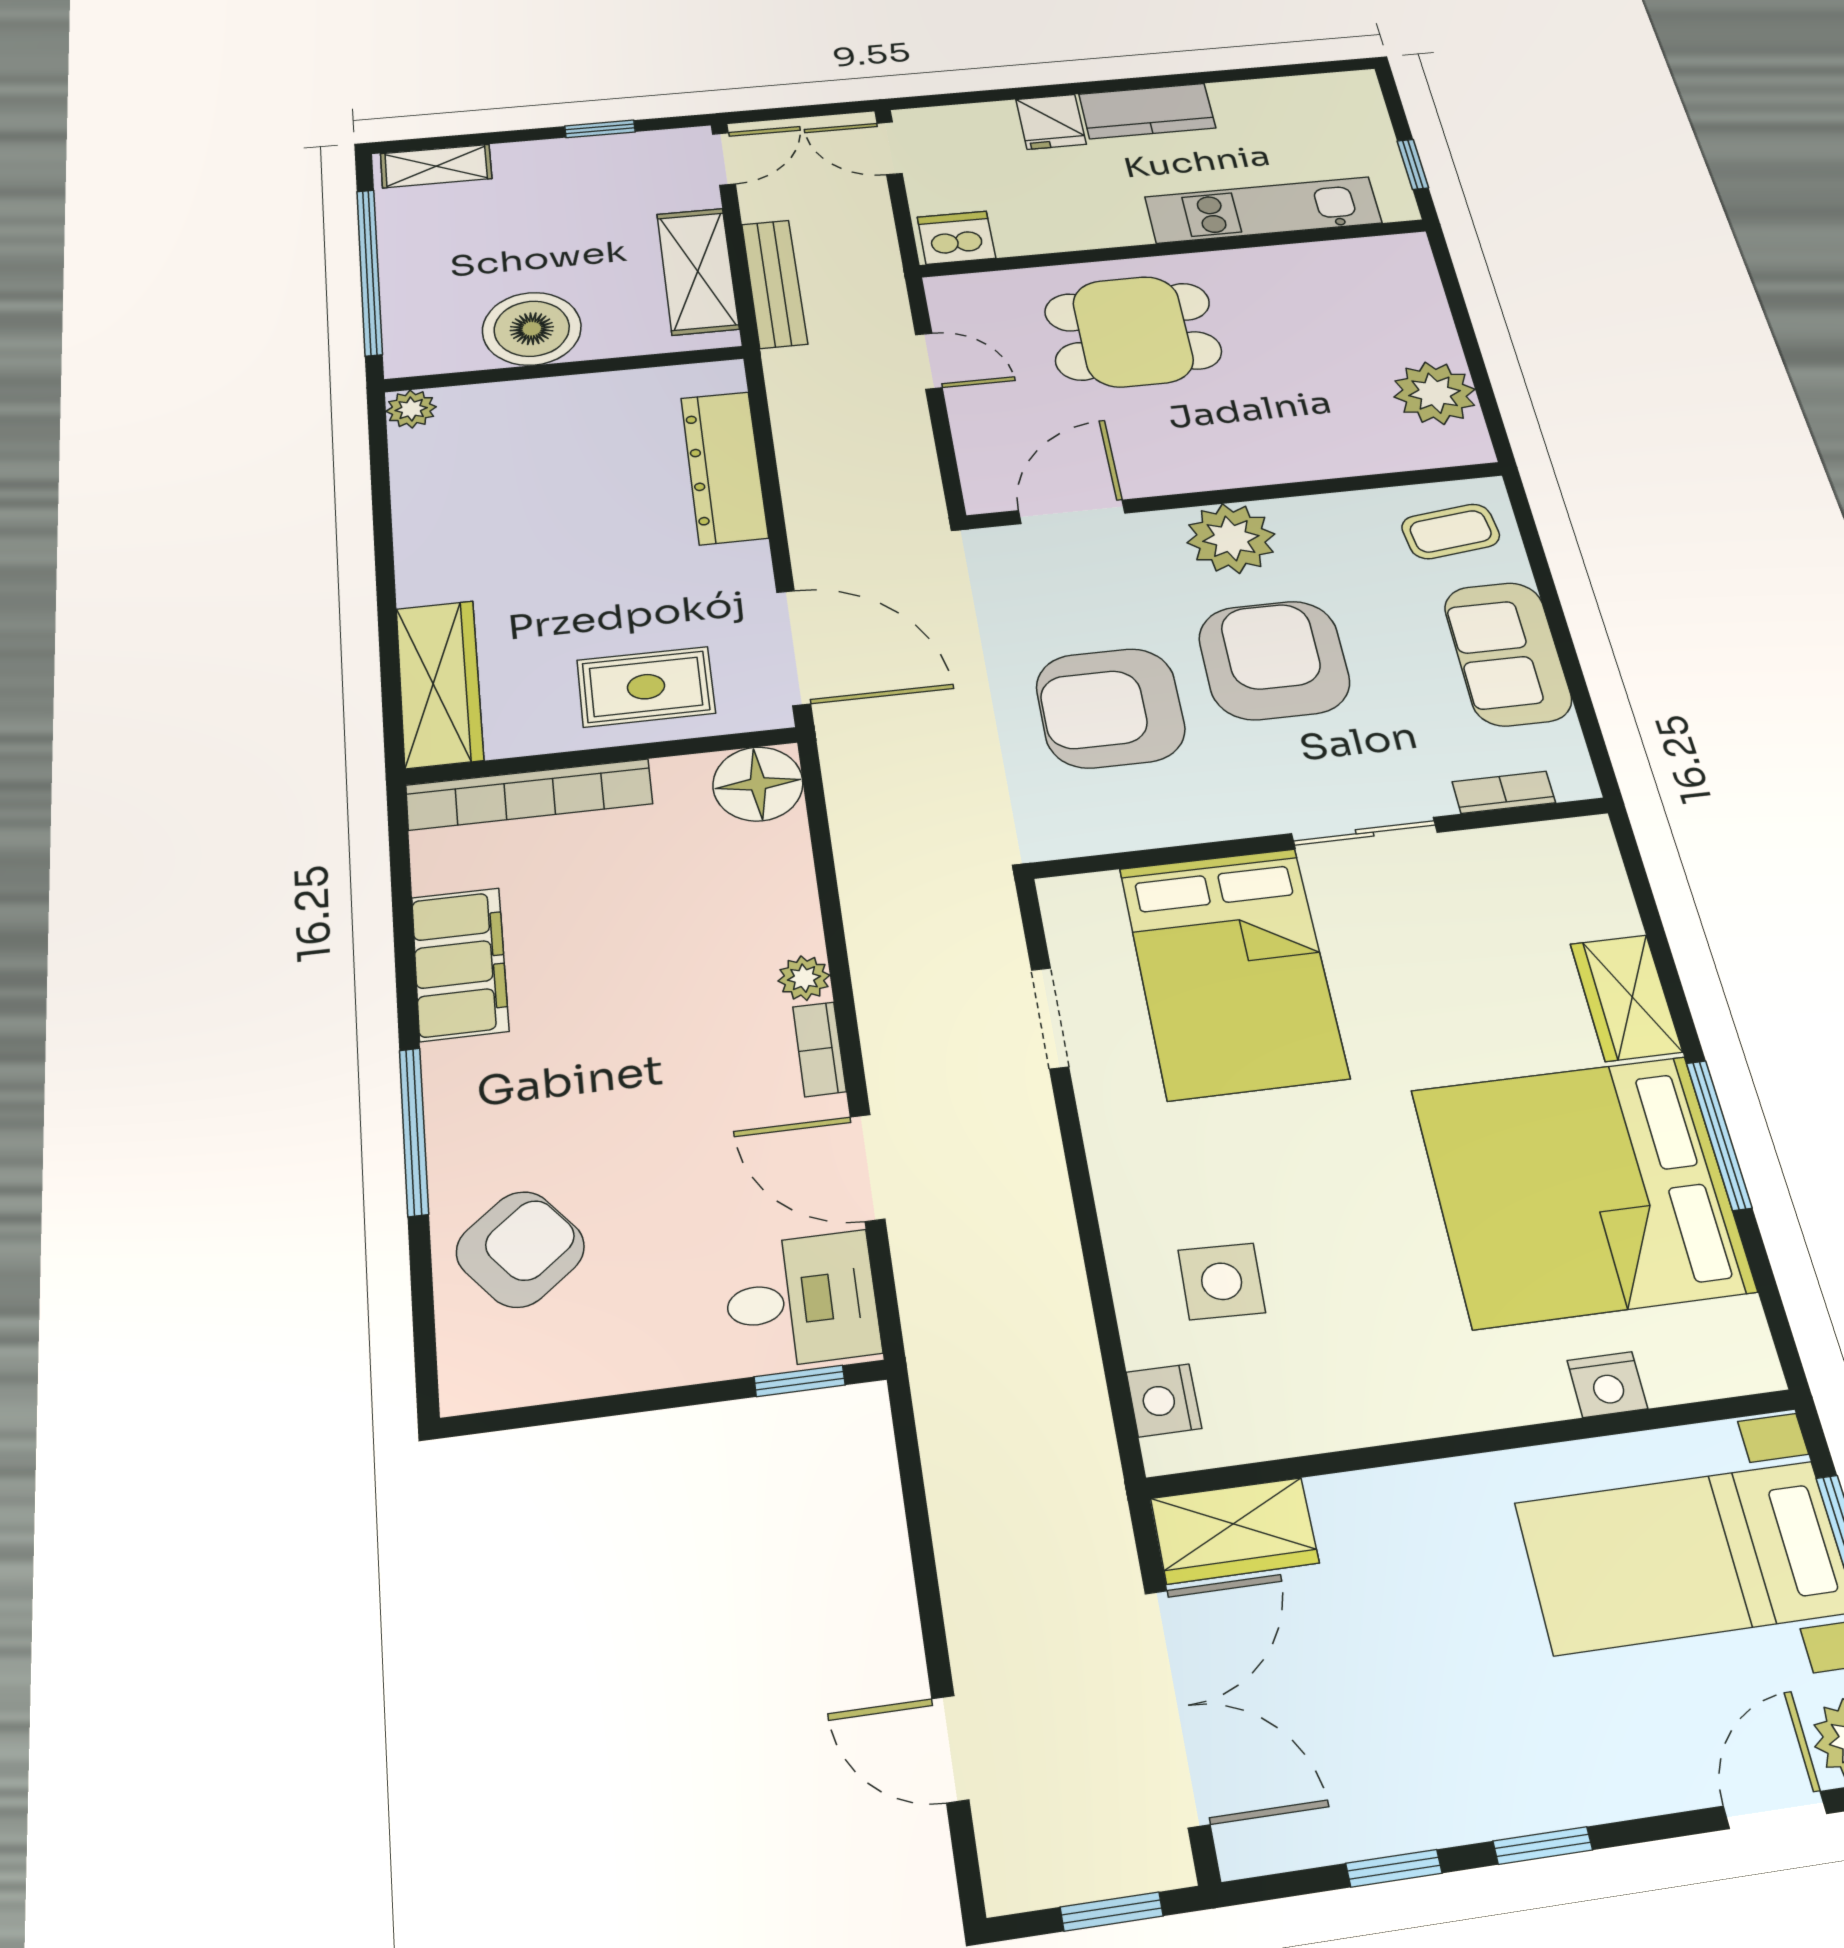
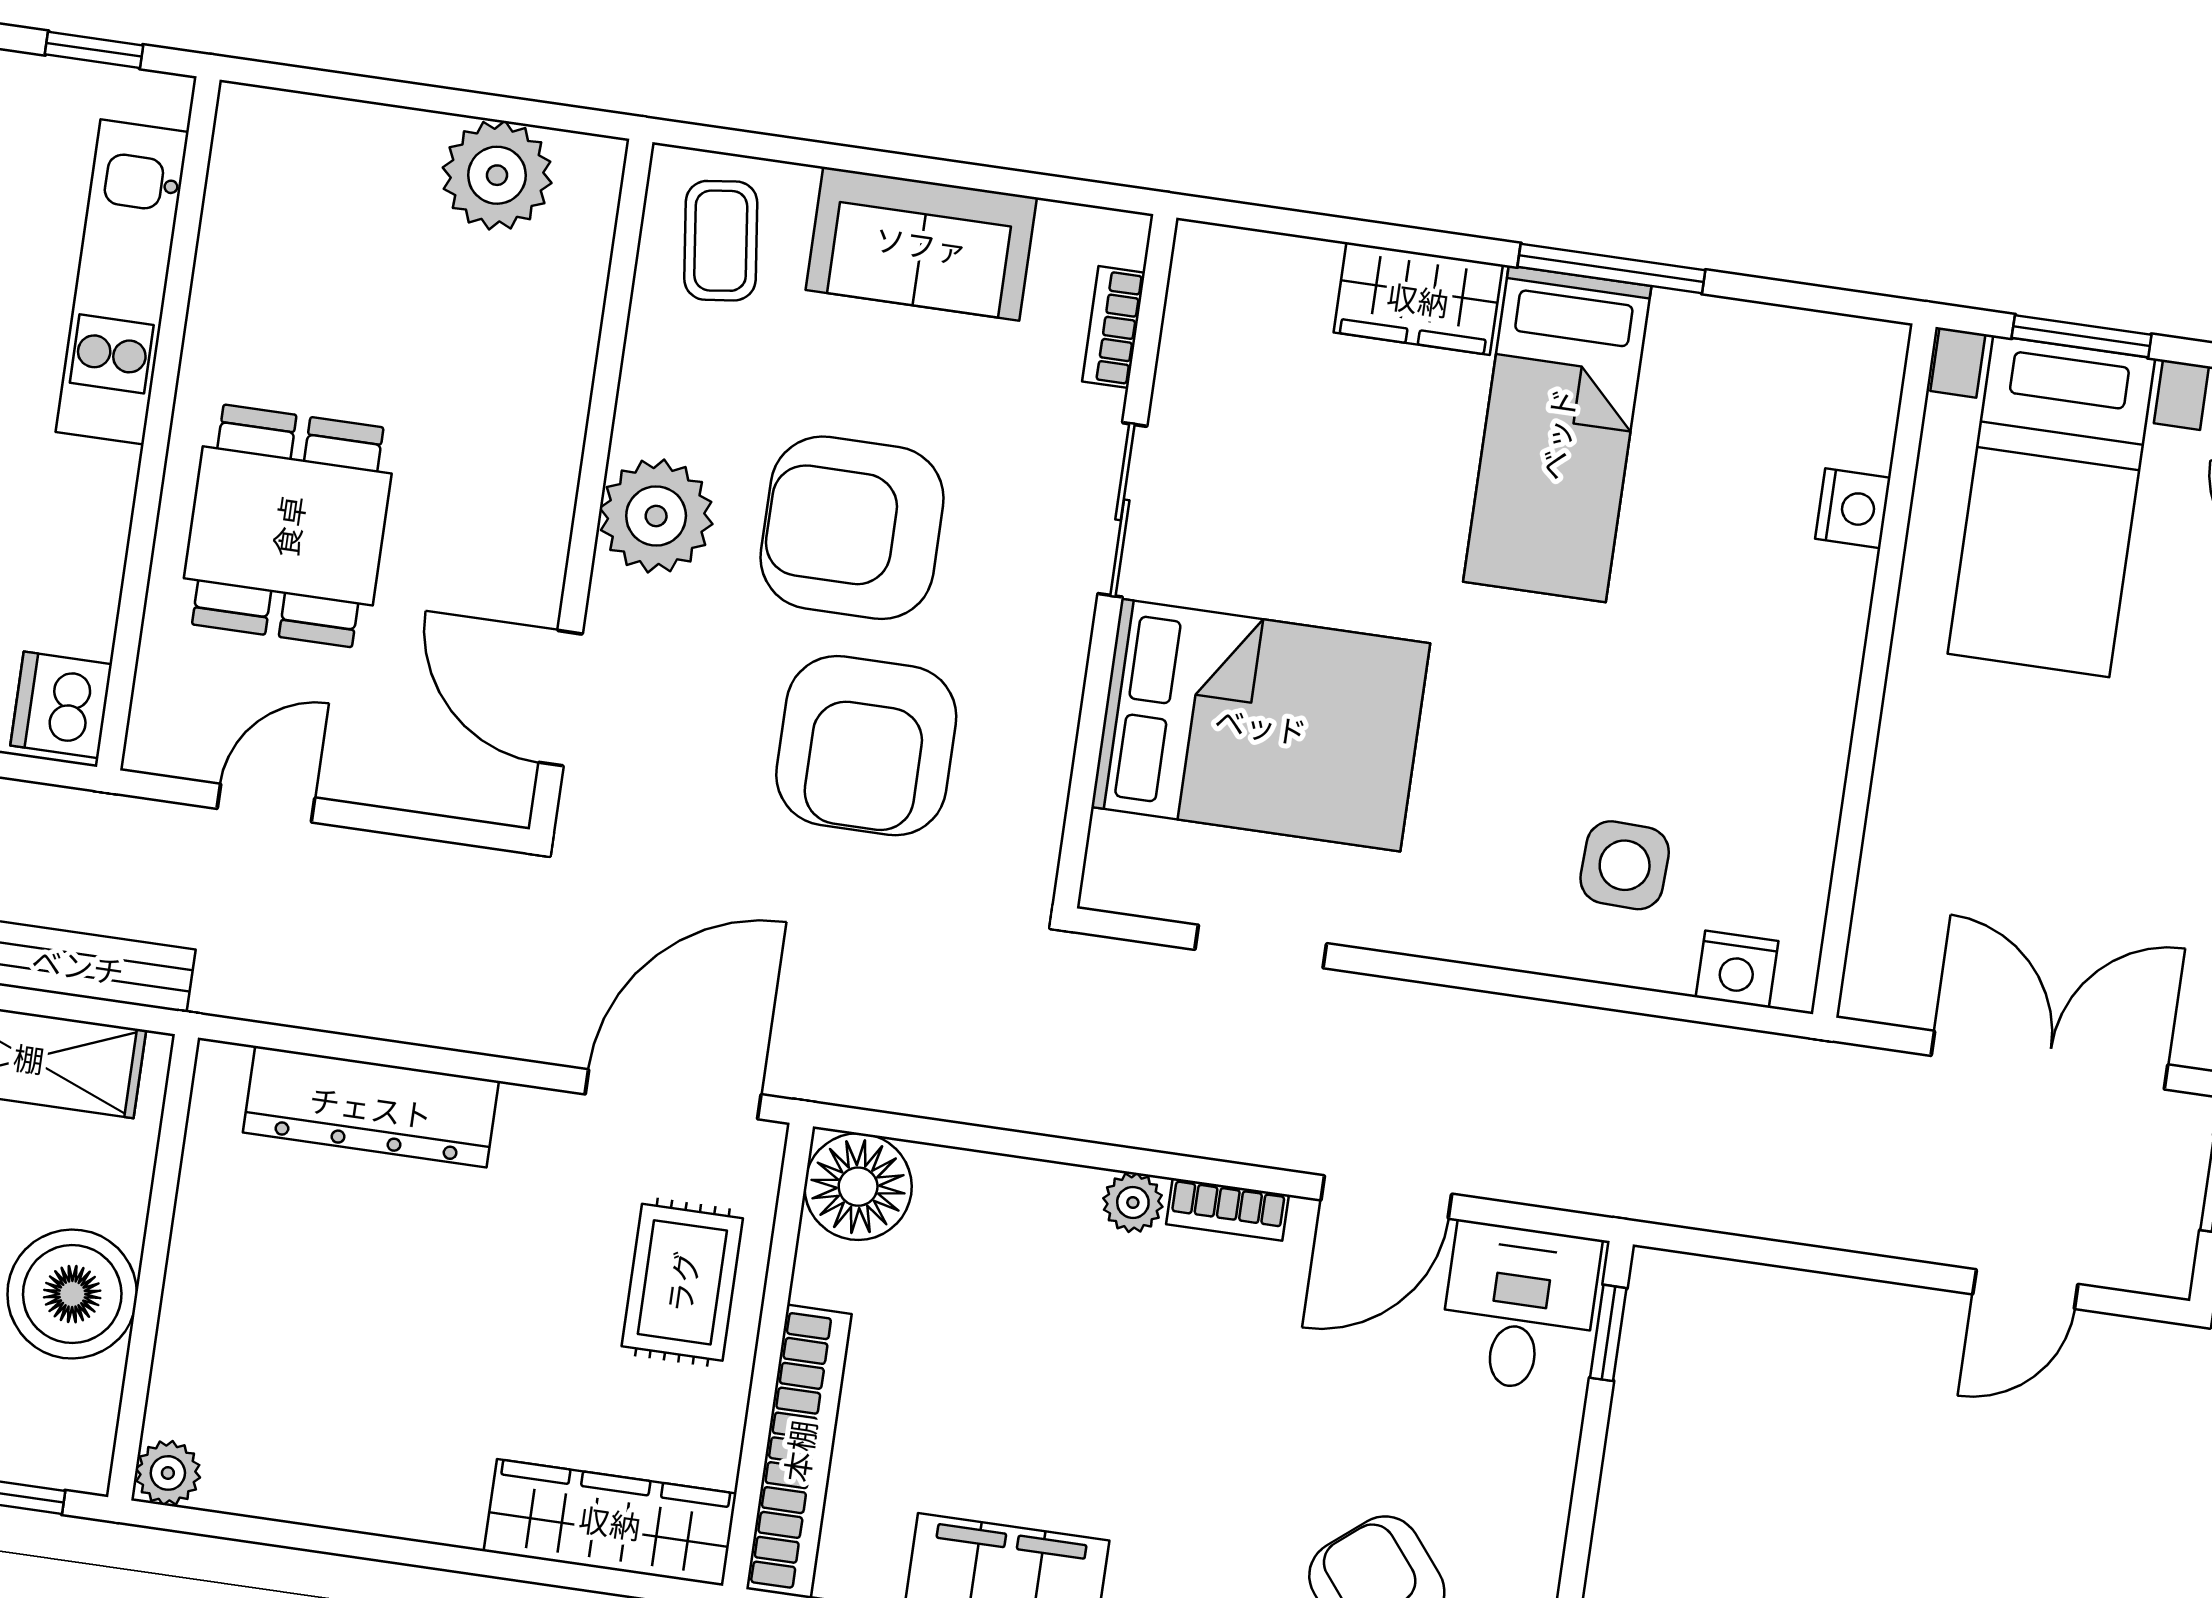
bed: (1582, 1190) -> (1557, 434), width x0.49
wardrobe: (1235, 1531) -> (1893, 945), removed

